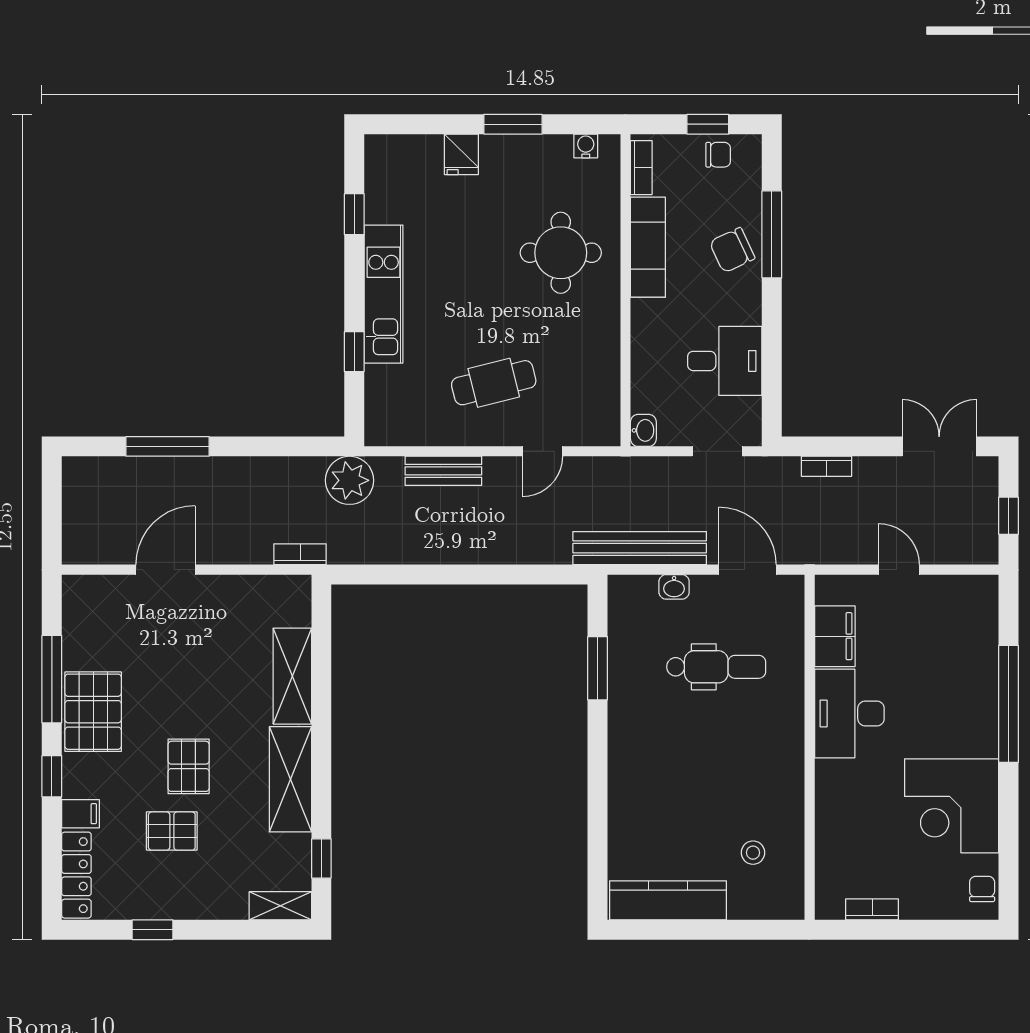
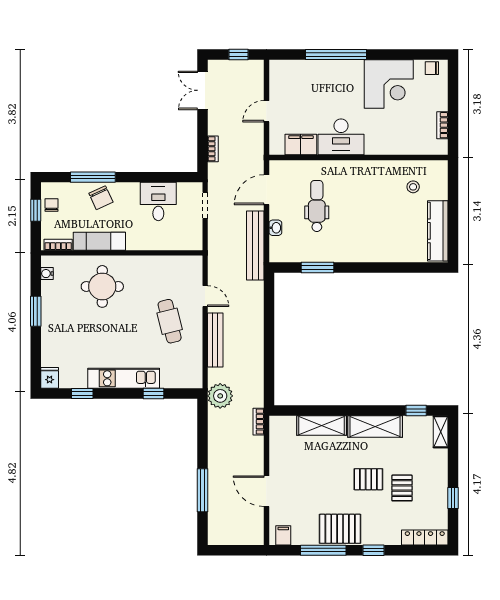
fridge: (461, 154) -> (50, 378), moved, turned -90
washbasin: (643, 430) -> (194, 244), removed
bench: (443, 471) -> (215, 340), width x1.36
filing cabinet: (80, 814) -> (283, 535), moved

